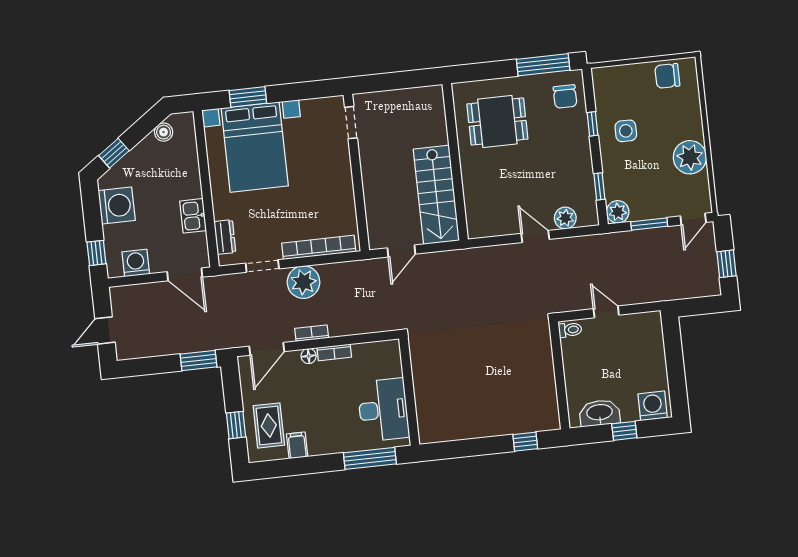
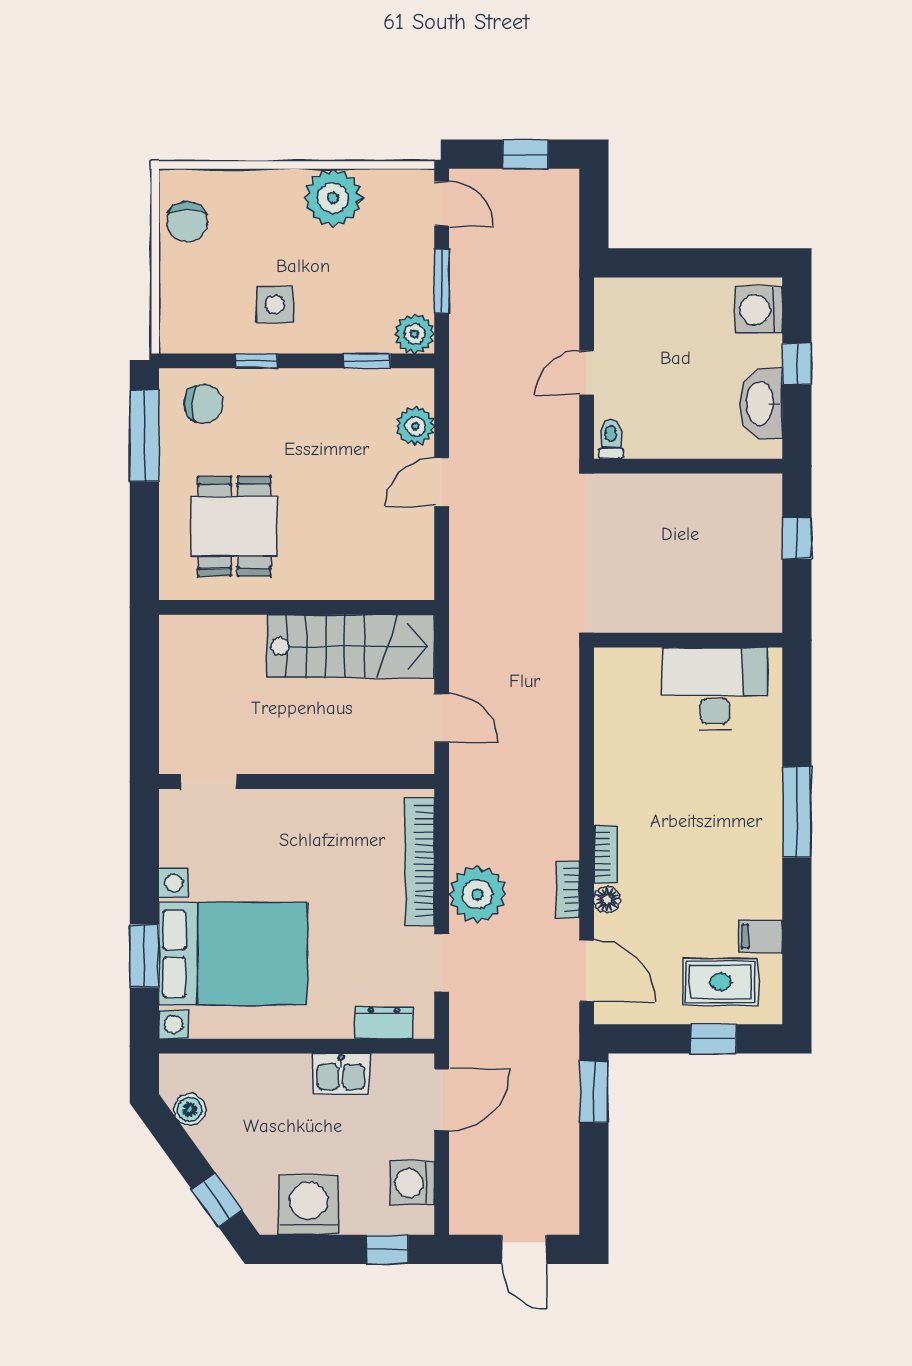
wall: (409, 392) -> (688, 640), moved
desk: (383, 410) -> (715, 689), moved

